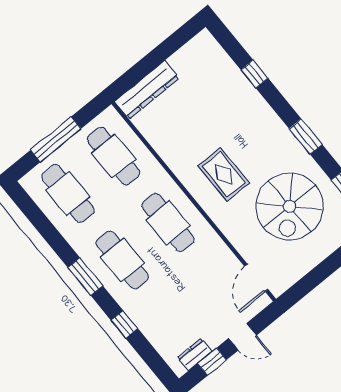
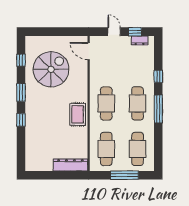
window: (254, 74) -> (21, 120), moved
rug: (224, 174) -> (78, 114), moved
window: (85, 277) -> (158, 109), width x1.44
door: (256, 278) -> (89, 51), swing flipped

